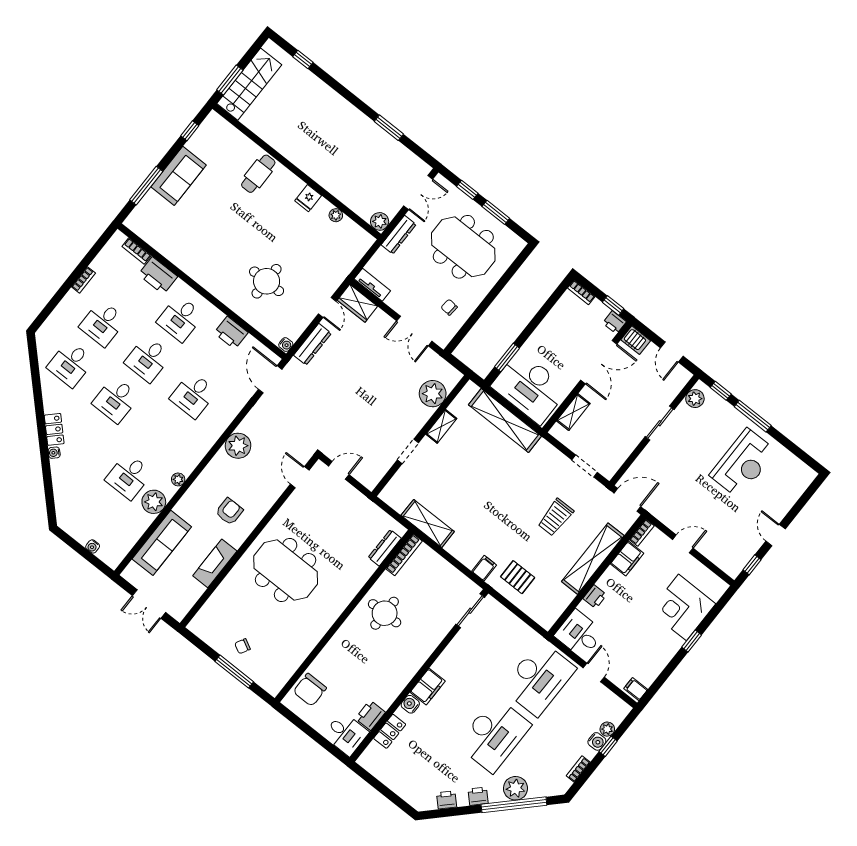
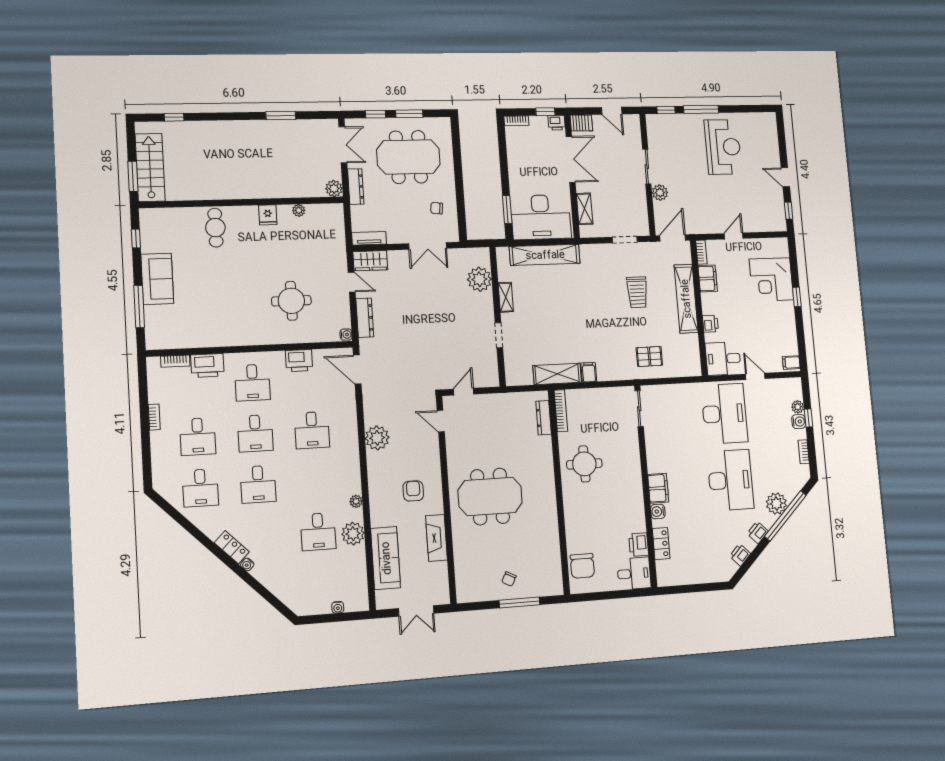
plant: (695, 399) -> (660, 193), moved
filing cabinet: (484, 568) -> (589, 372), moved

